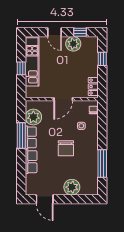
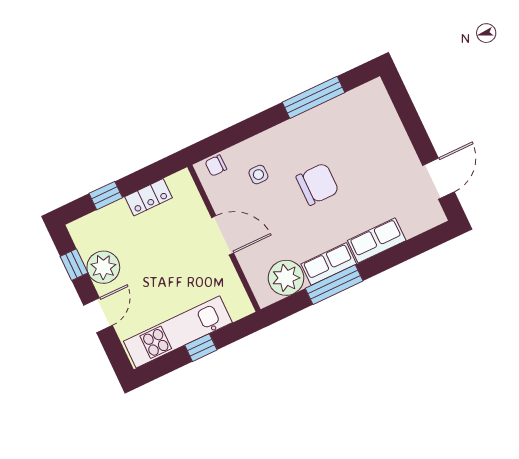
locker: (93, 87) -> (148, 197), moved
plant: (72, 187) -> (389, 136), removed

